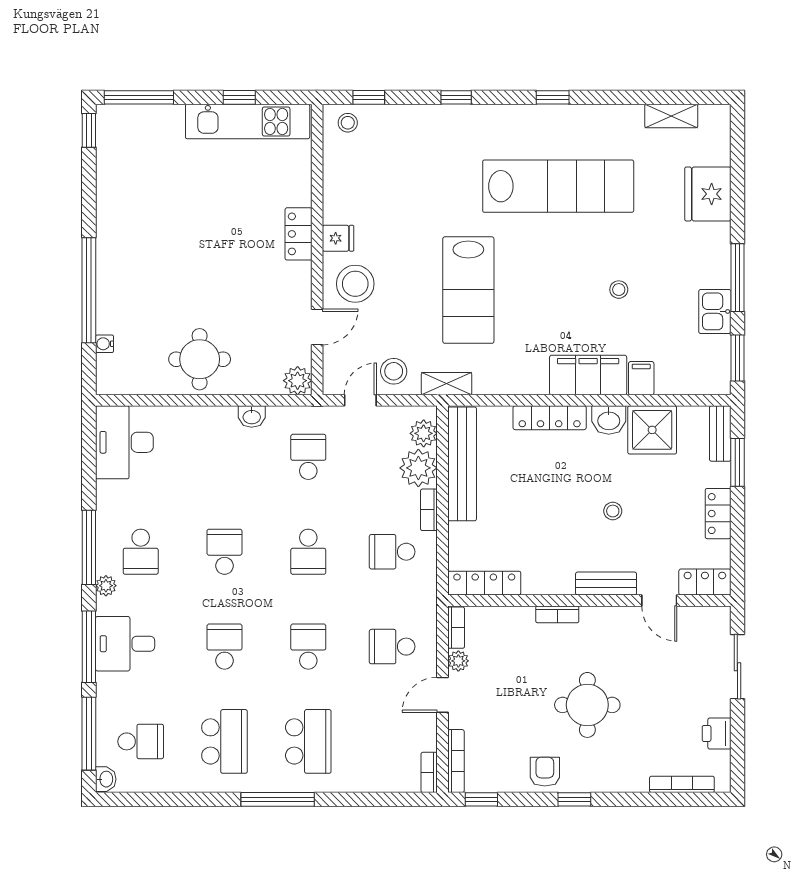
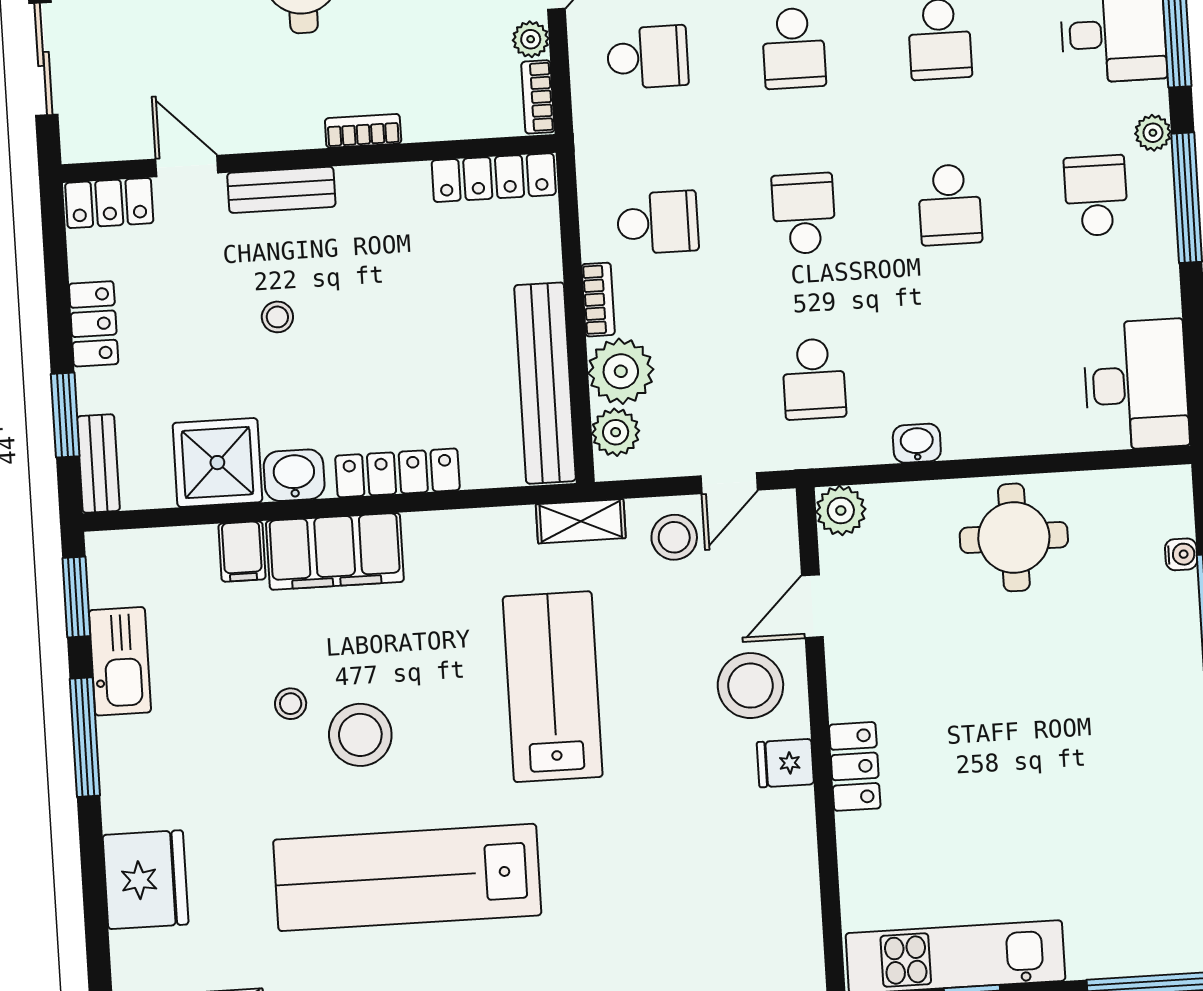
stool: (348, 123) -> (360, 735), moved, width x1.89, depth x1.89
kitchen sink: (715, 311) -> (120, 661), width x1.38

